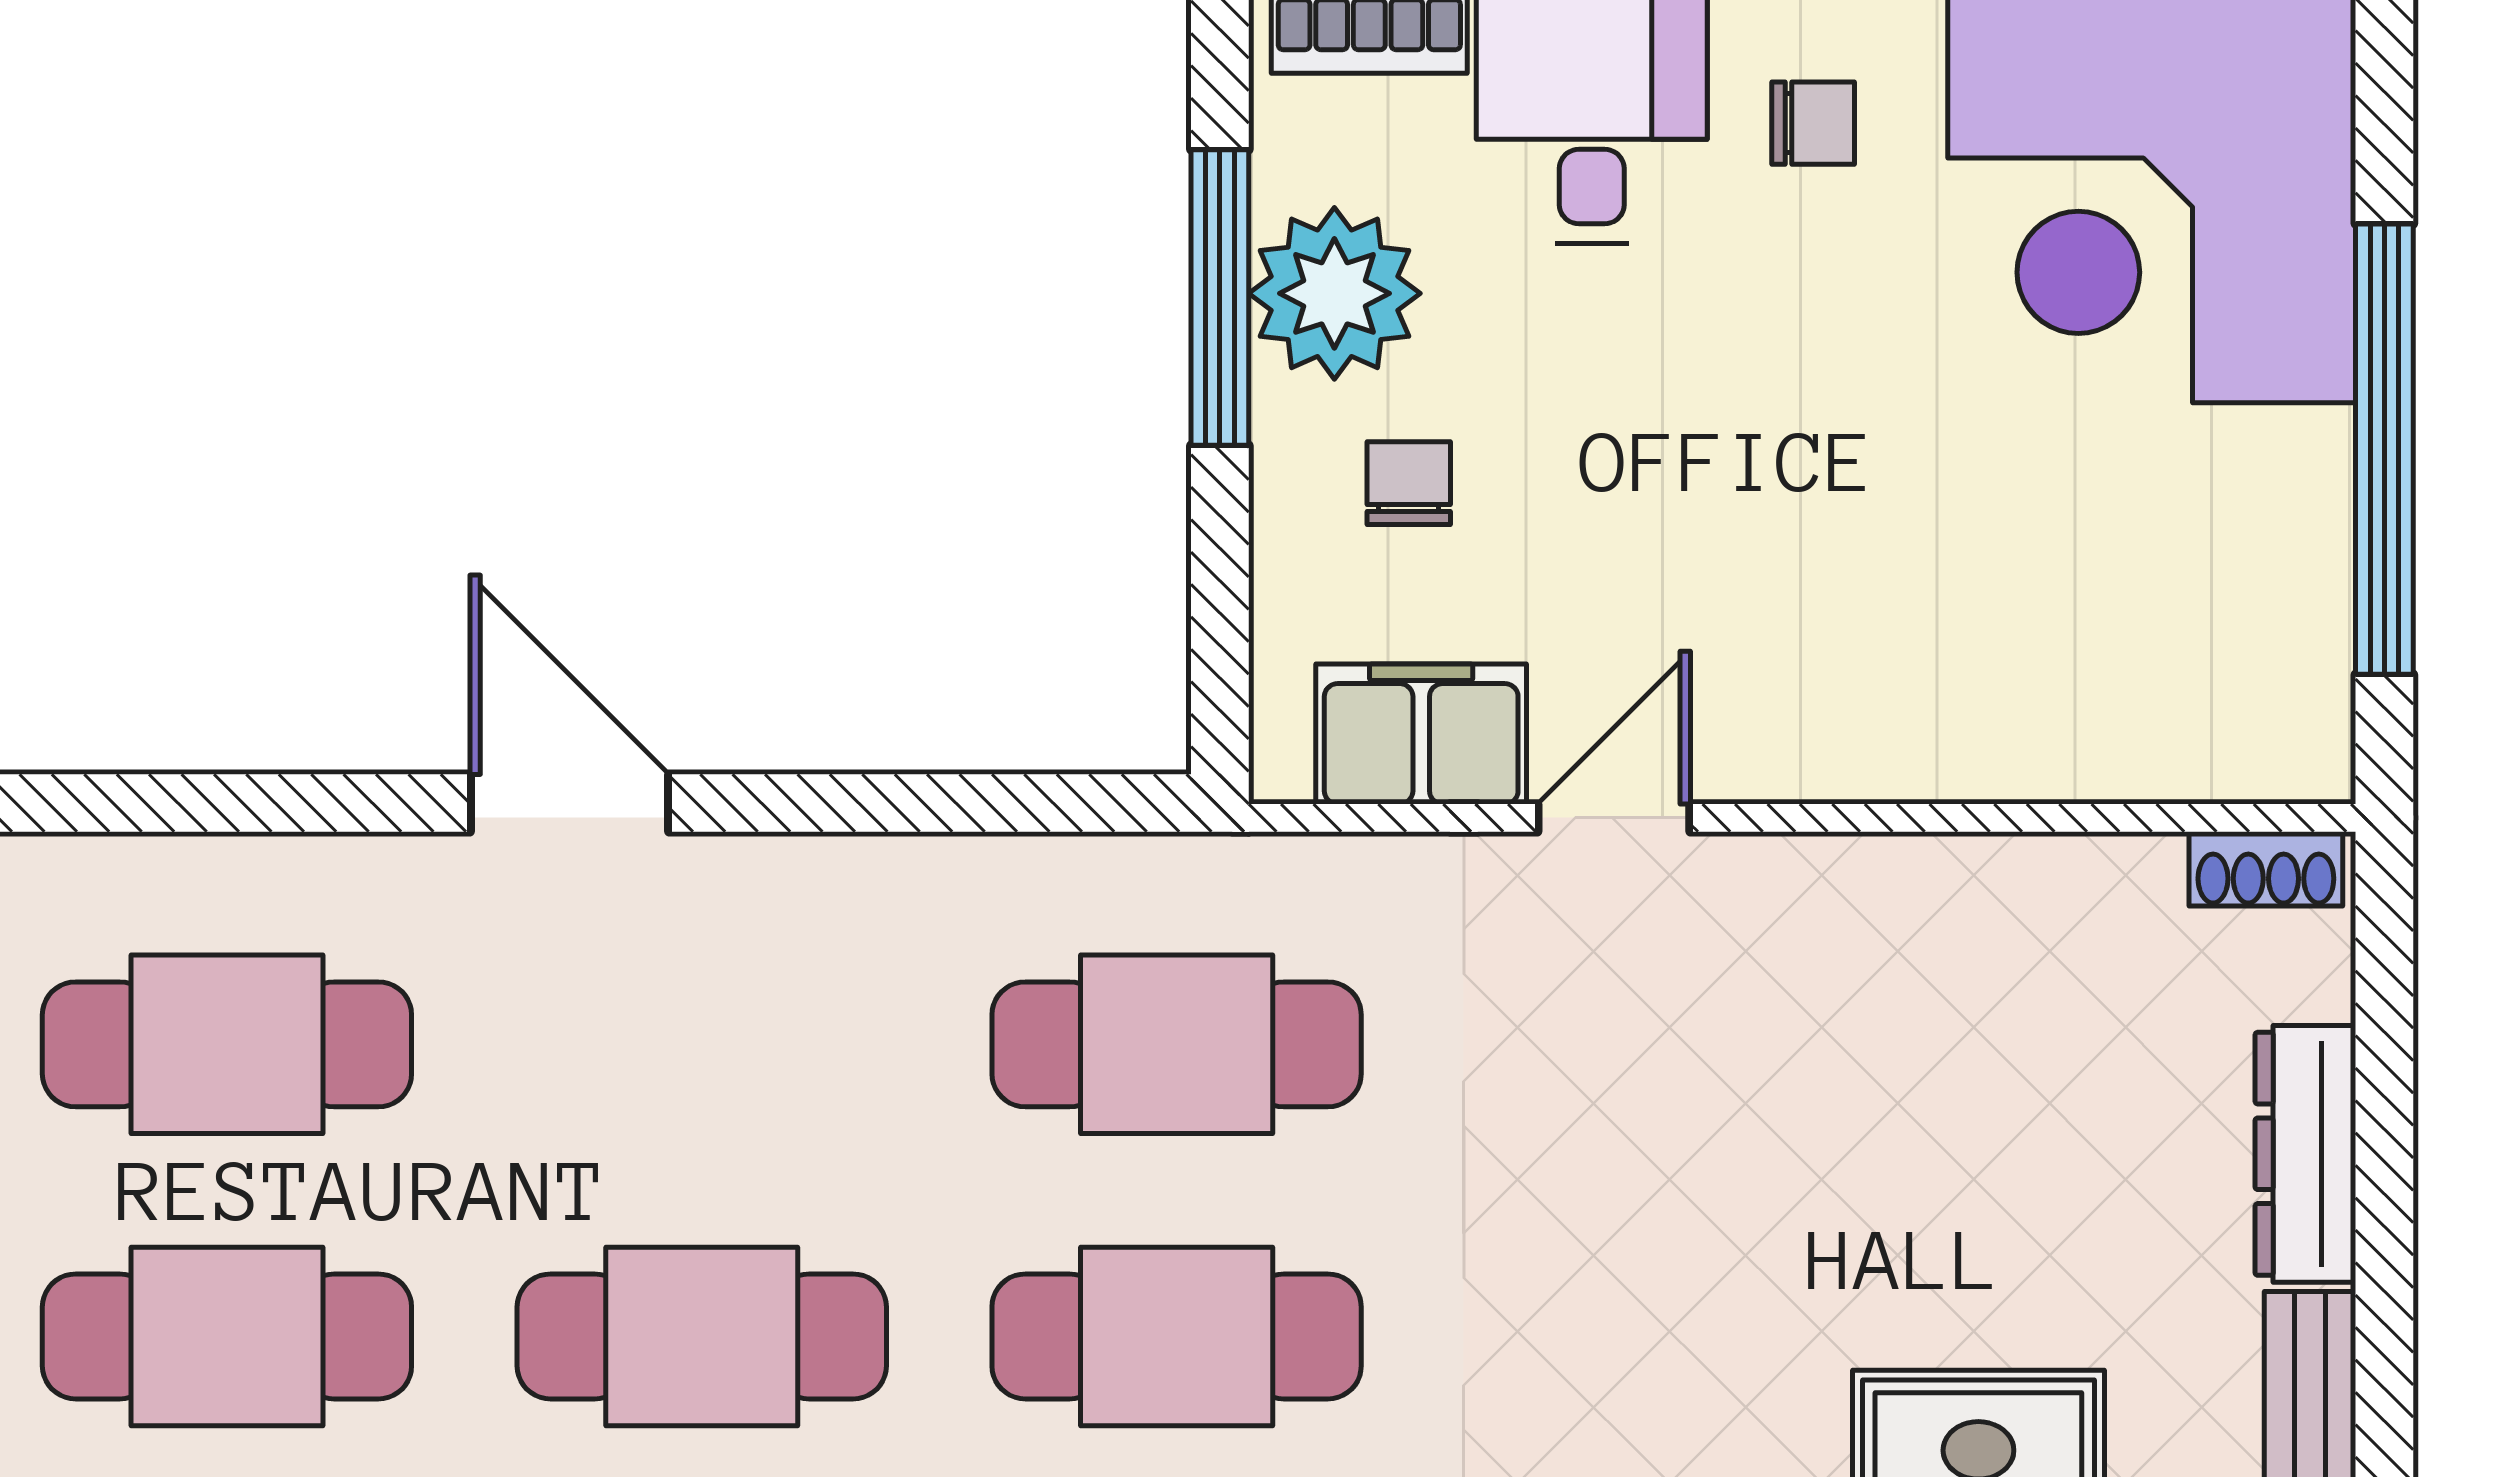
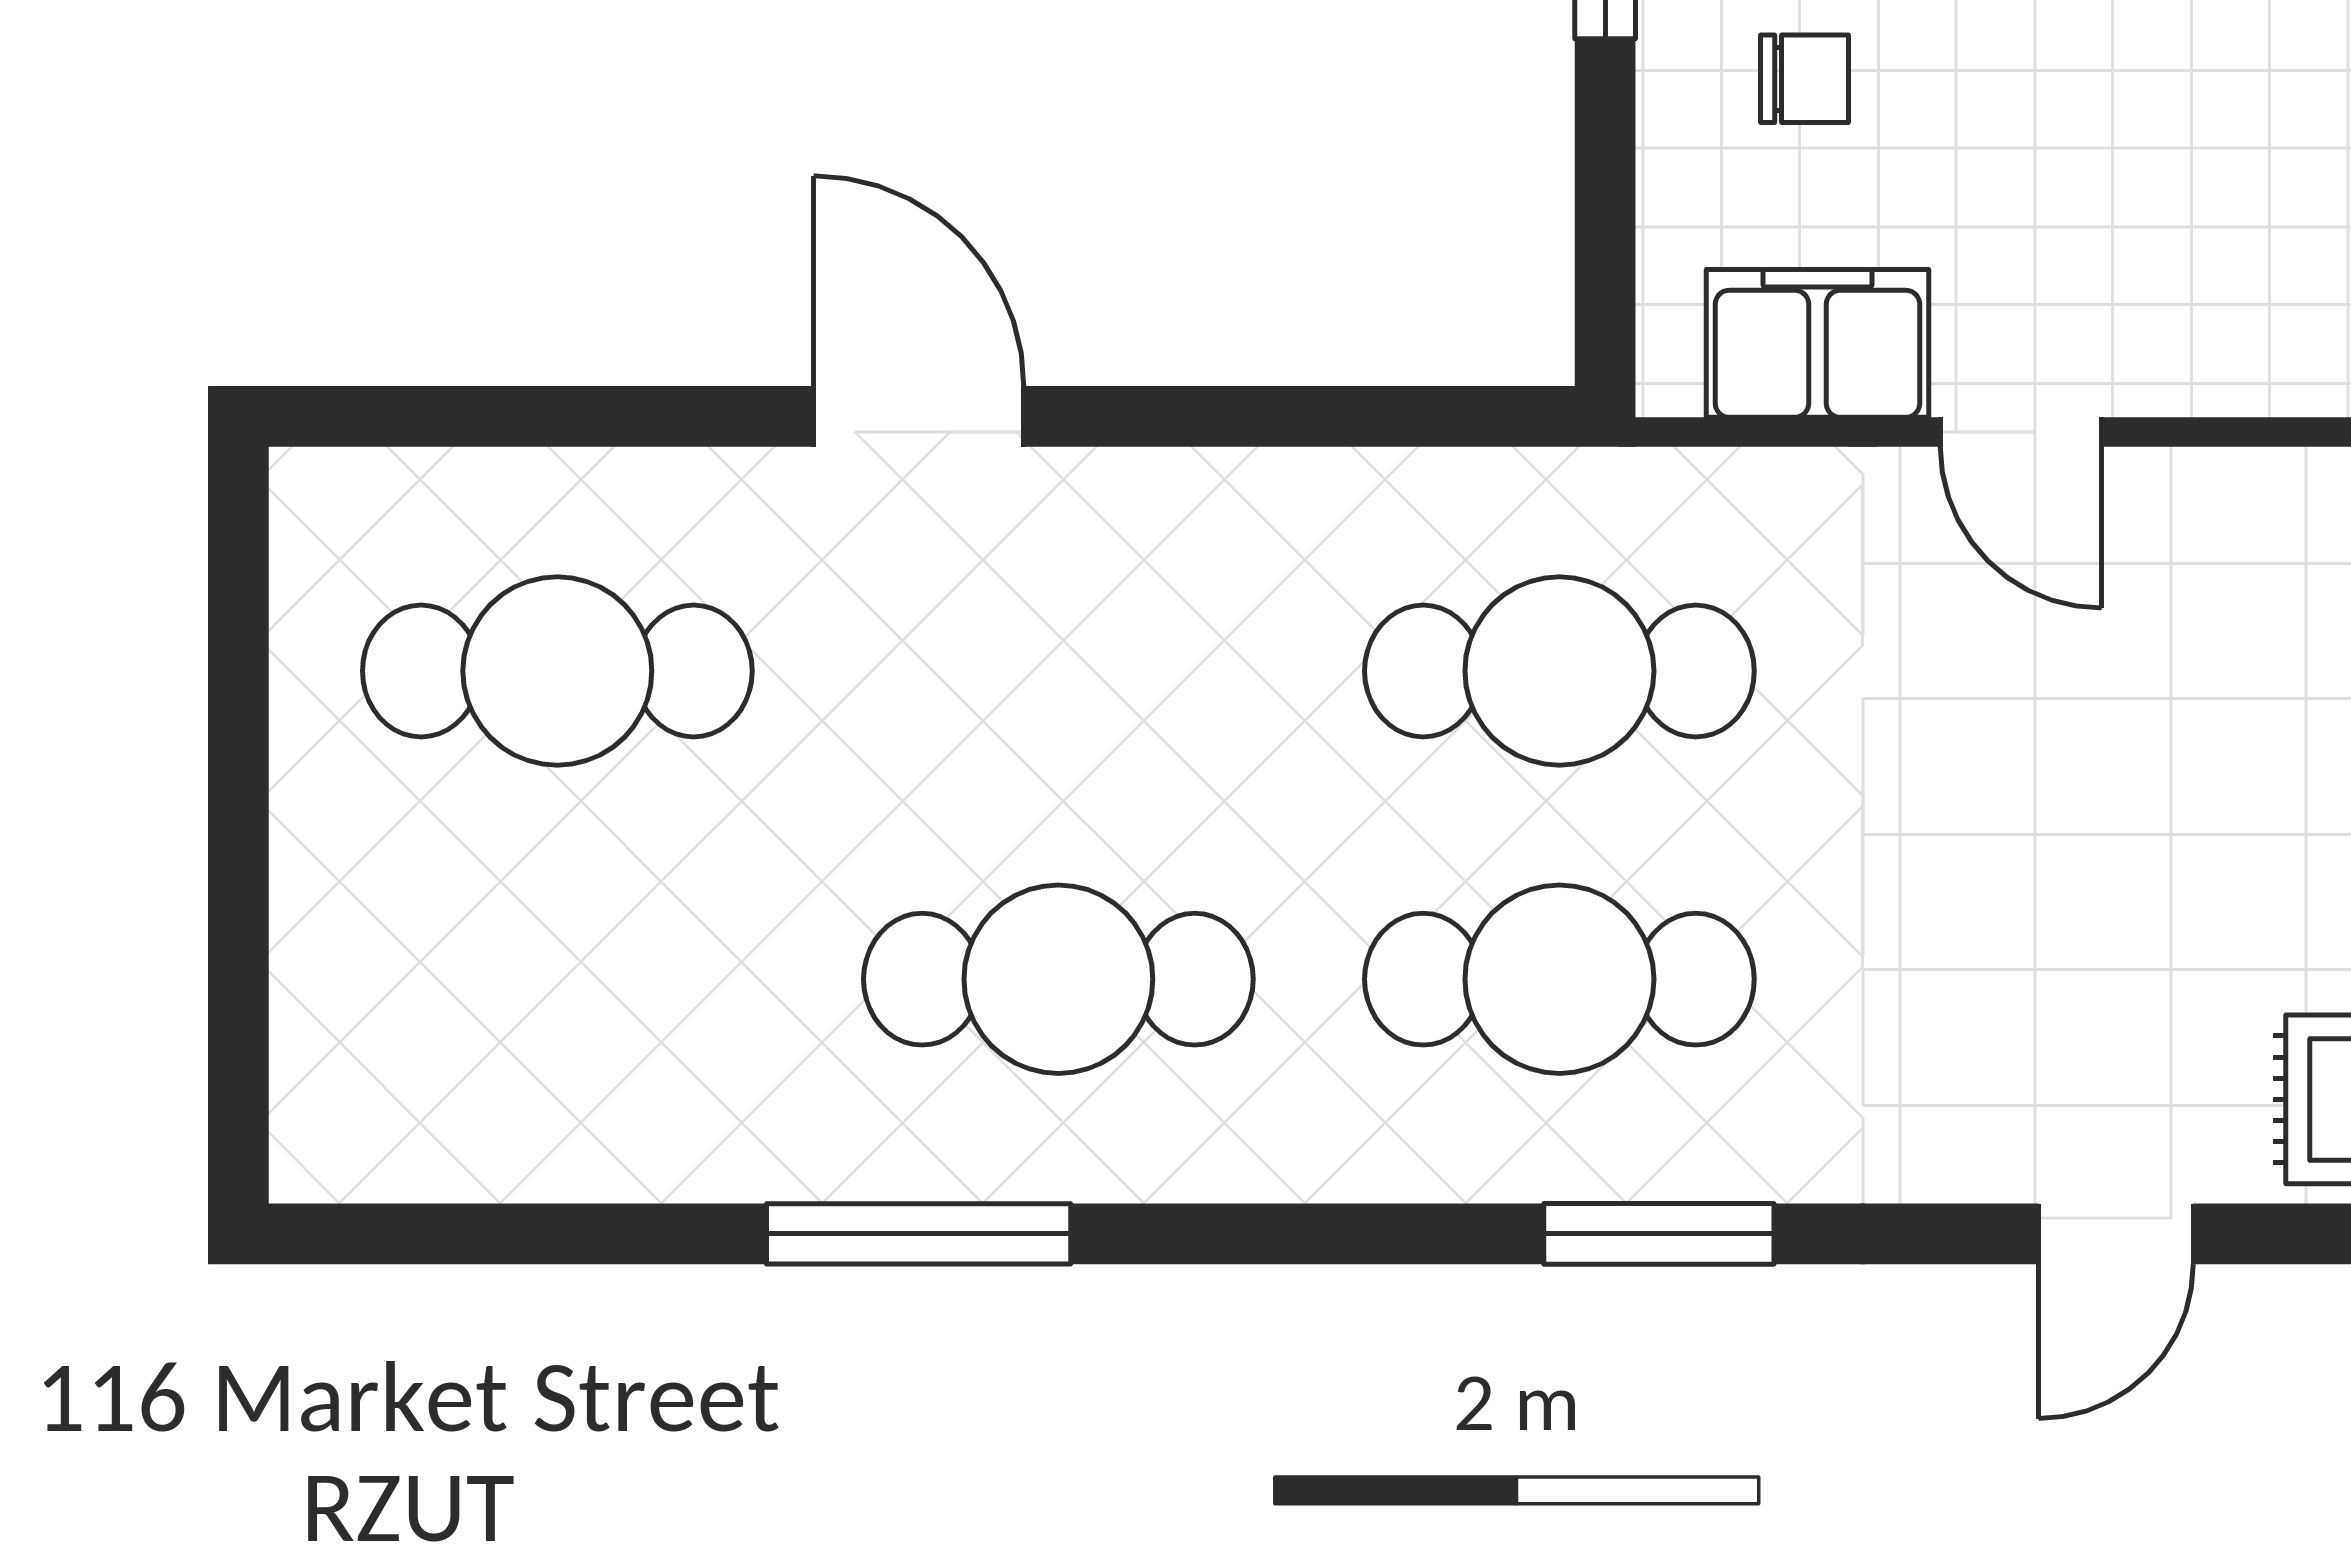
chair: (1409, 483) -> (1804, 79), turned 90
door: (1614, 818) -> (2021, 432), swing flipped
cafe table: (227, 1336) -> (557, 979), removed

